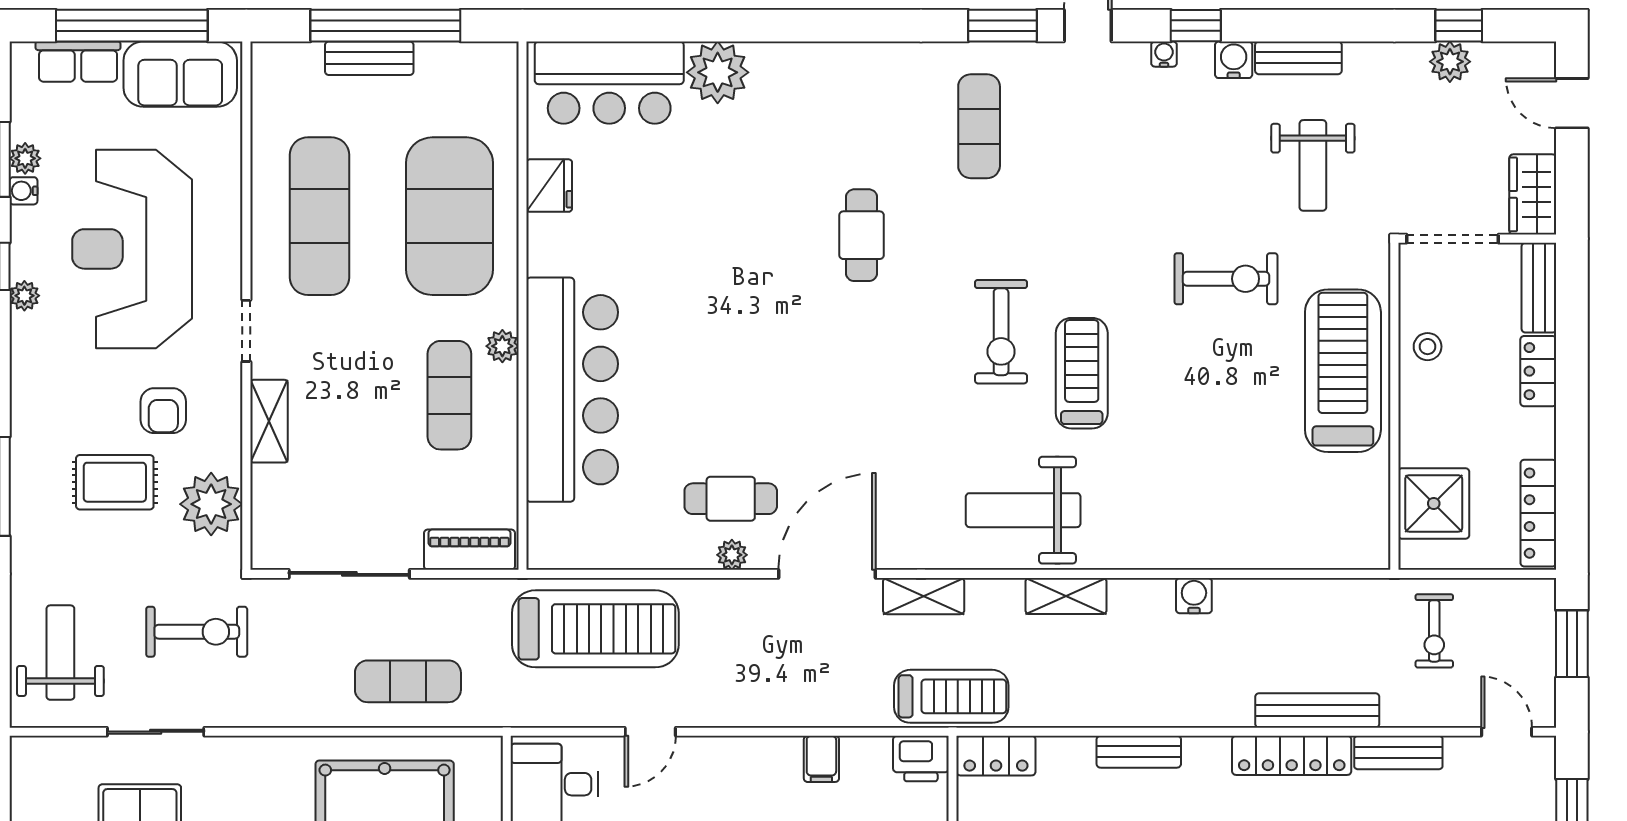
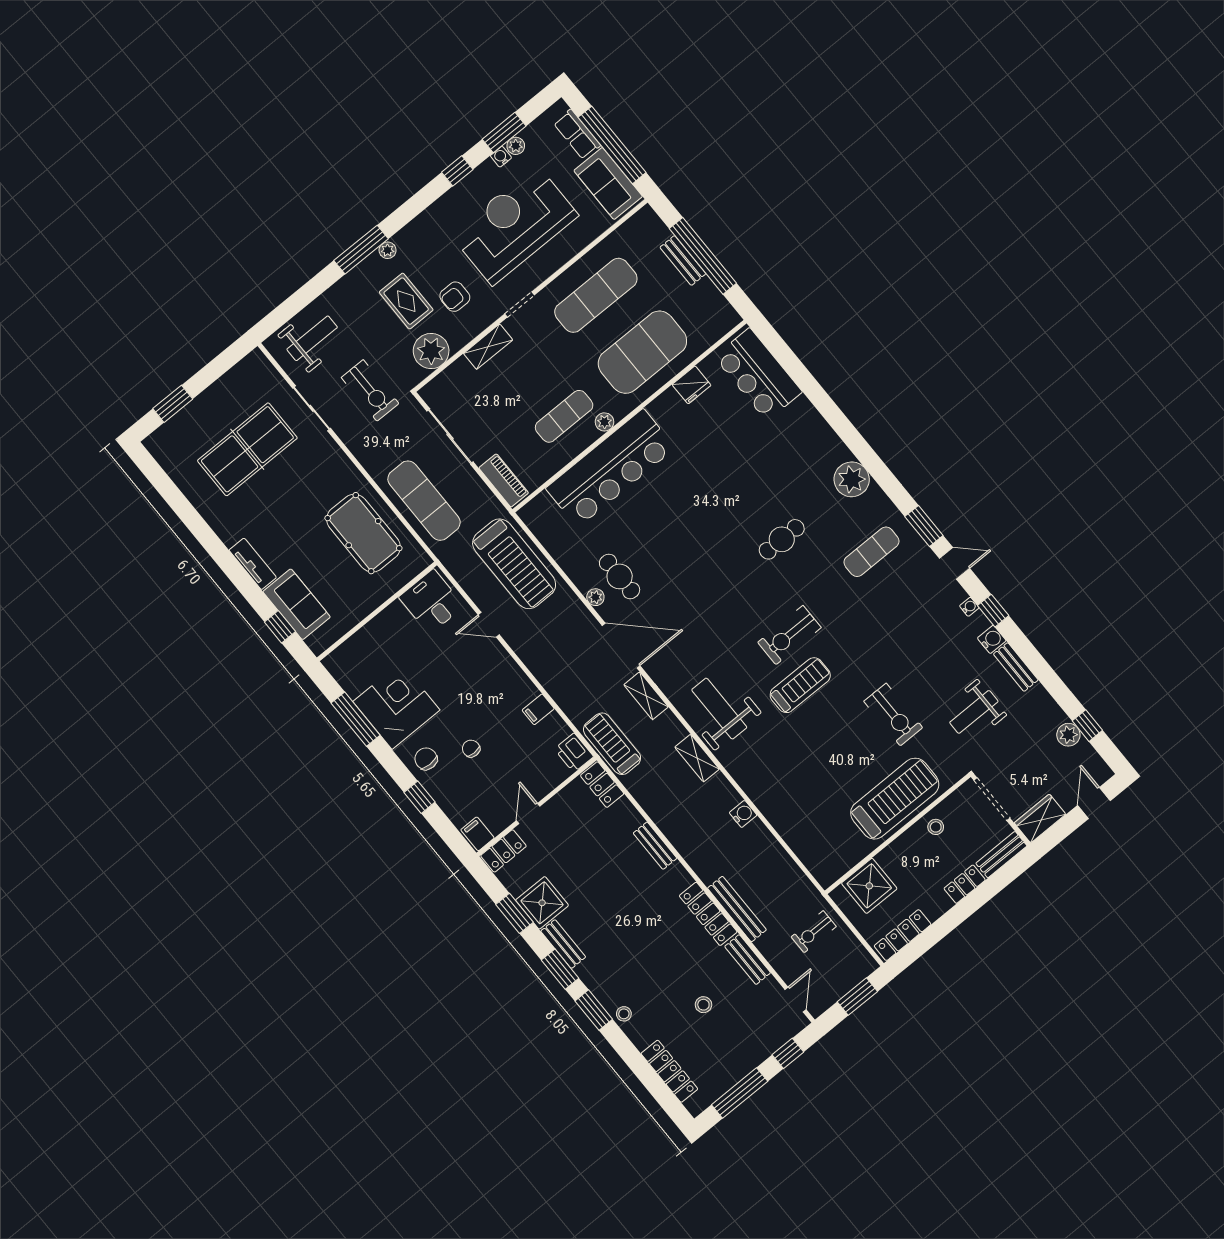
plant: (718, 72) -> (852, 479), moved
plant: (24, 296) -> (388, 250), moved
exercise mat: (408, 681) -> (424, 501), width x1.36, depth x1.45
treadmill: (951, 696) -> (612, 744), turned 180

